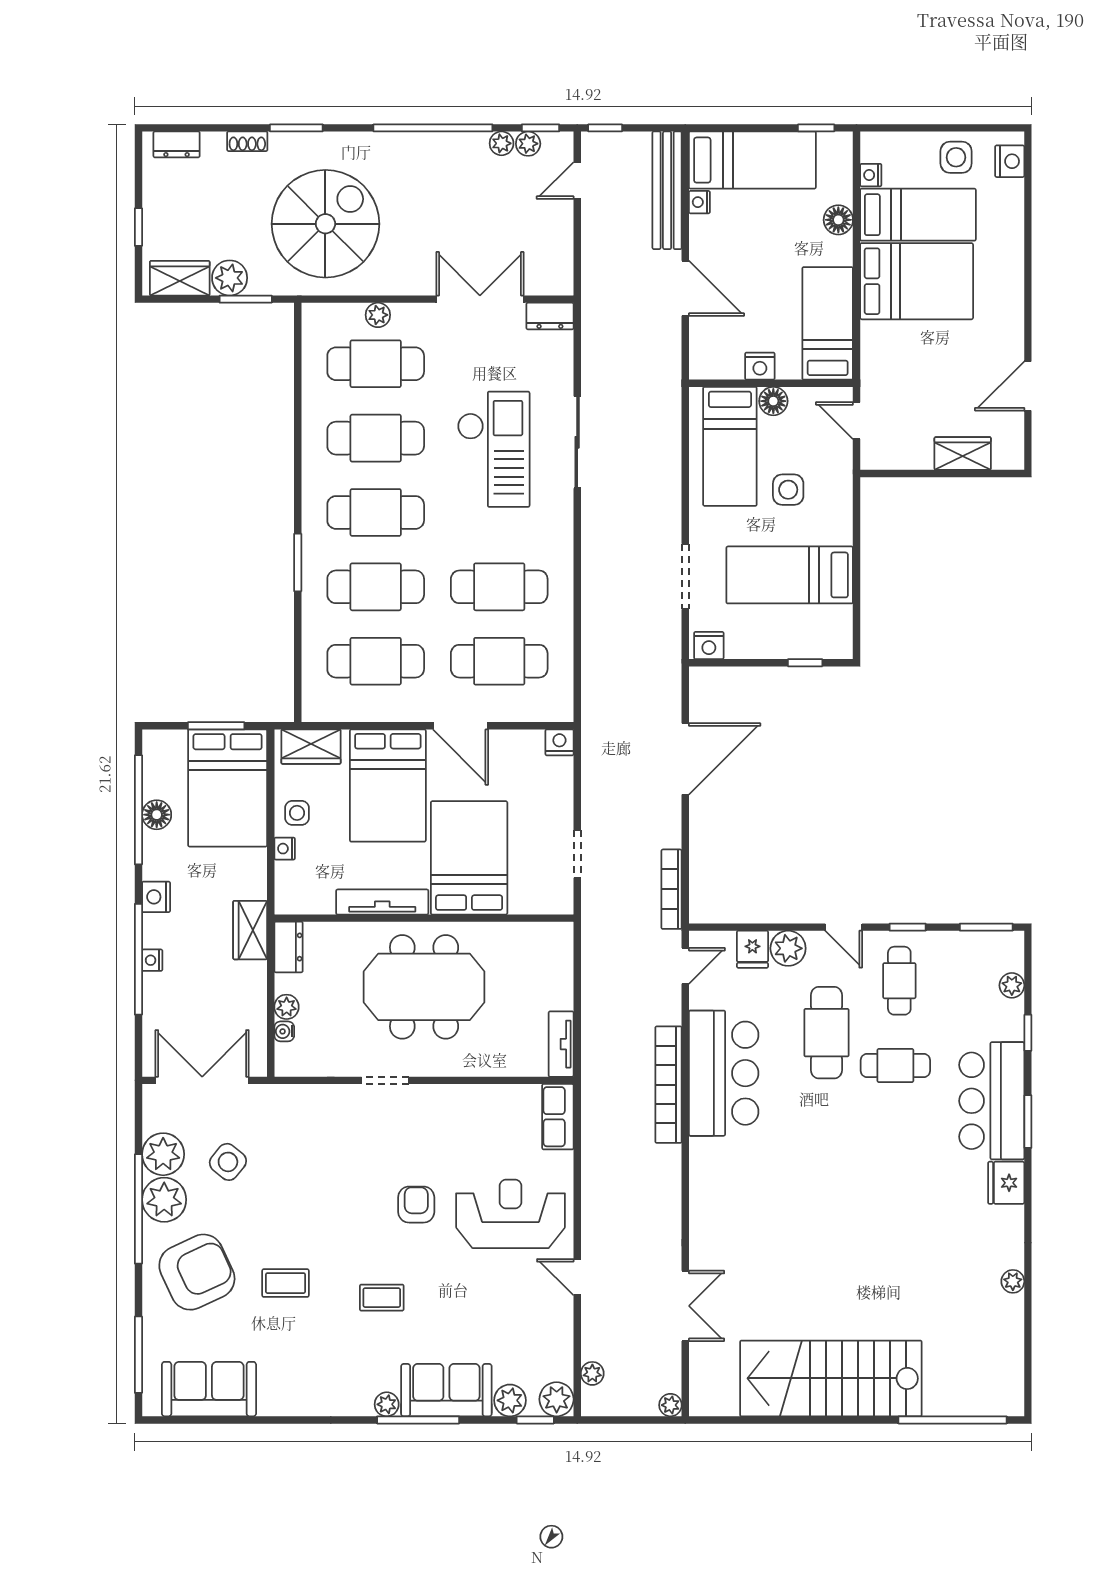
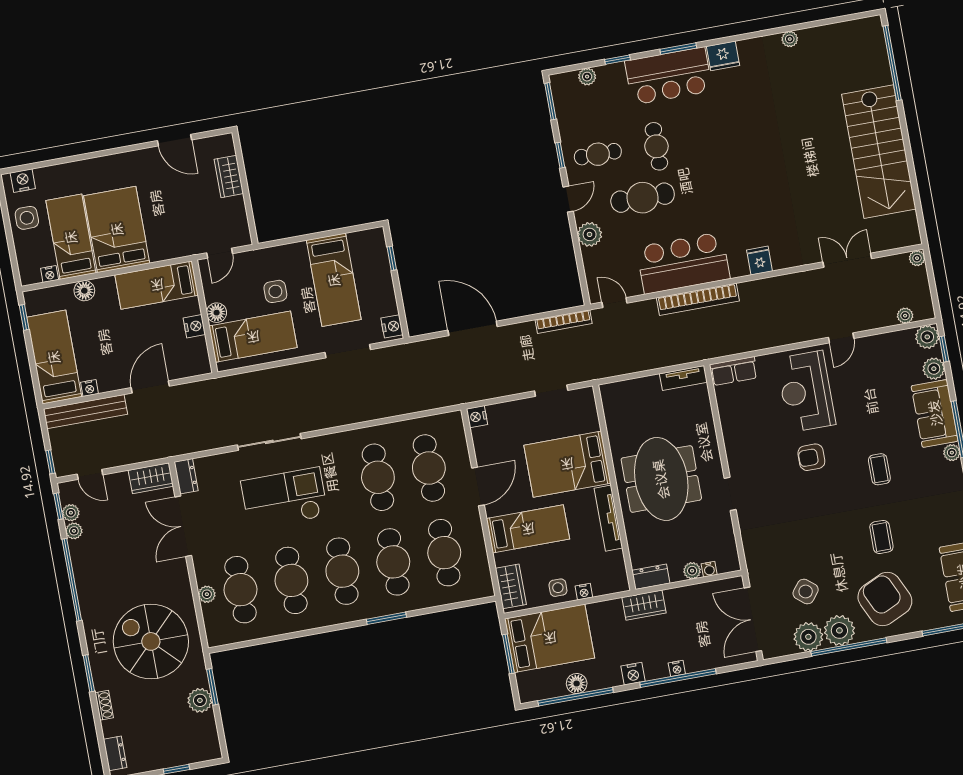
wardrobe: (180, 278) -> (151, 478), moved, turned -90
bed: (388, 786) -> (528, 529), width x0.67
fridge: (752, 949) -> (760, 261), moved, turned -90

